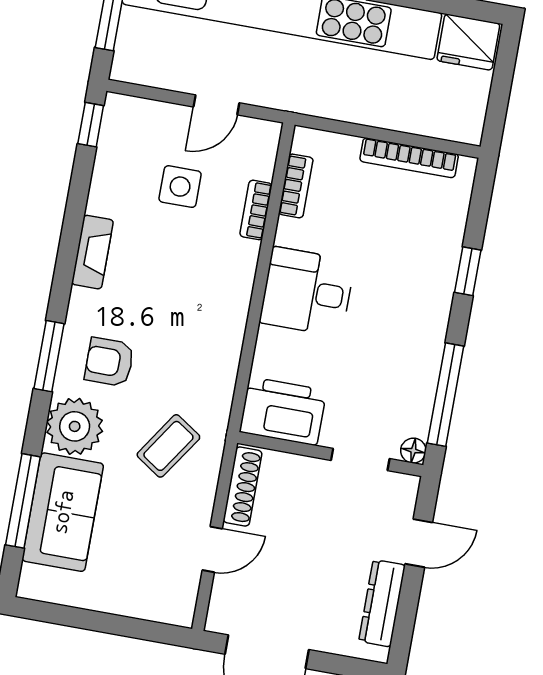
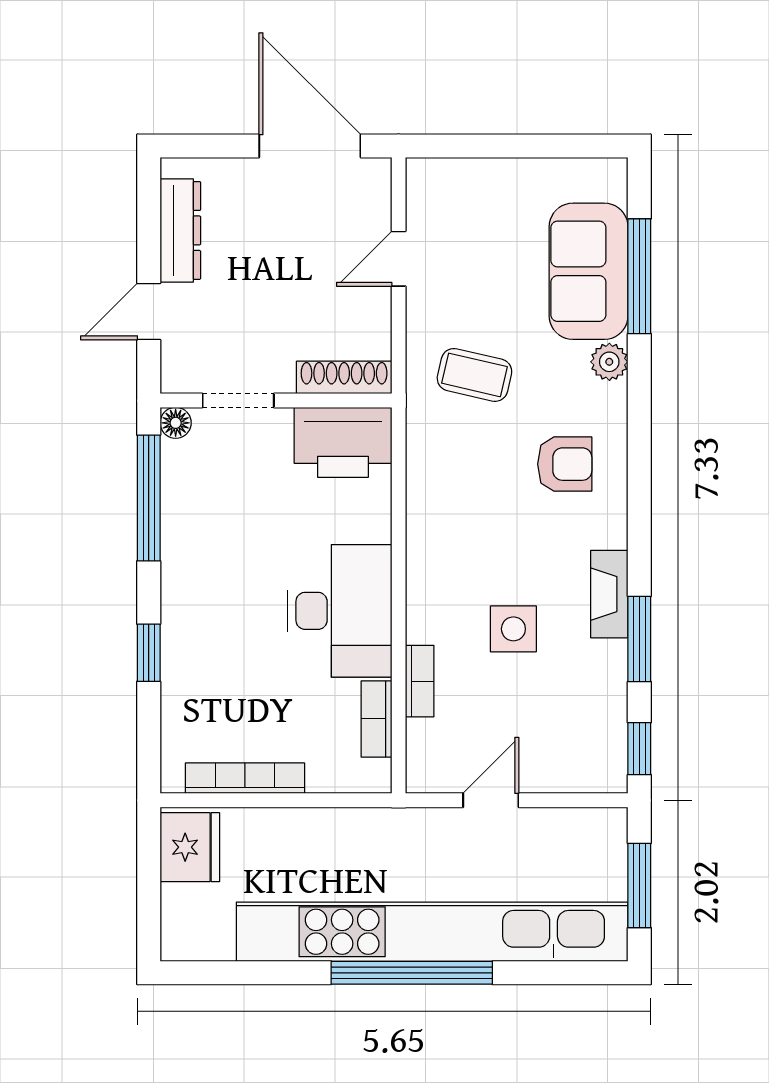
fridge: (468, 42) -> (190, 847), moved, turned 90
side table: (180, 187) -> (513, 629), moved
desk: (307, 292) -> (340, 611), width x1.37
window: (49, 356) -> (639, 639), moved
plant: (75, 426) -> (609, 362), width x0.53, depth x0.53
coffee table: (168, 446) -> (474, 375), turned 69
shoe rack: (242, 486) -> (344, 377), moved, turned 90

